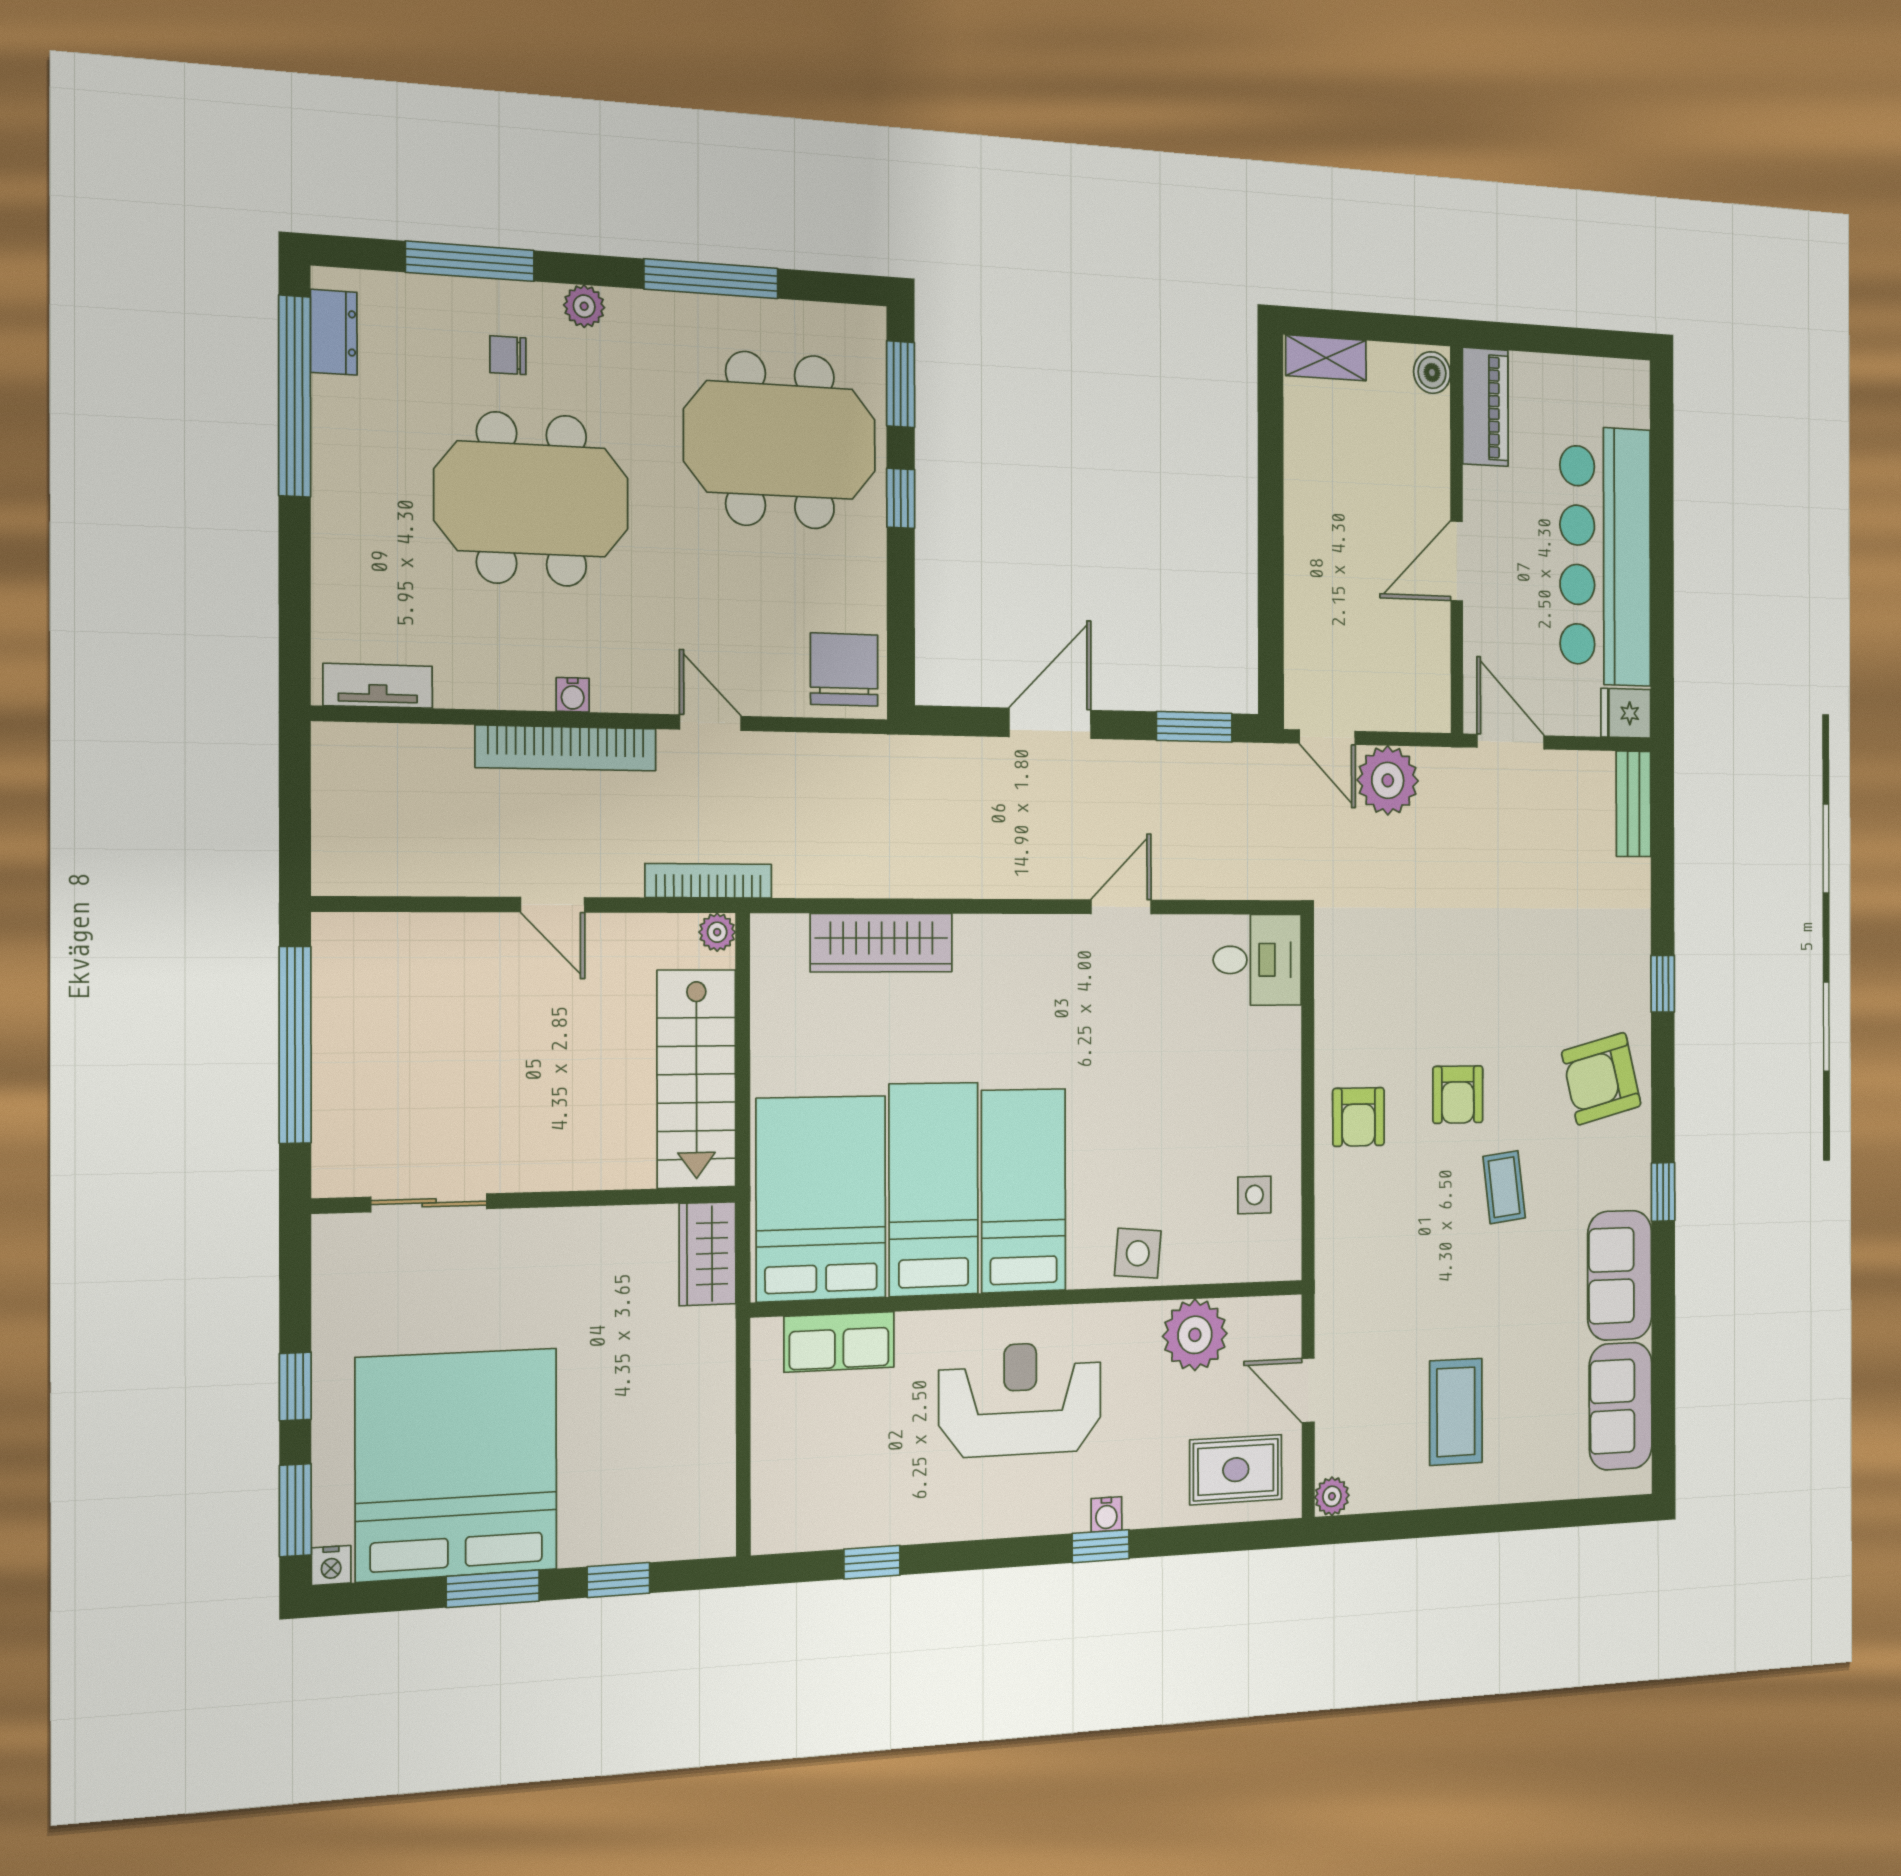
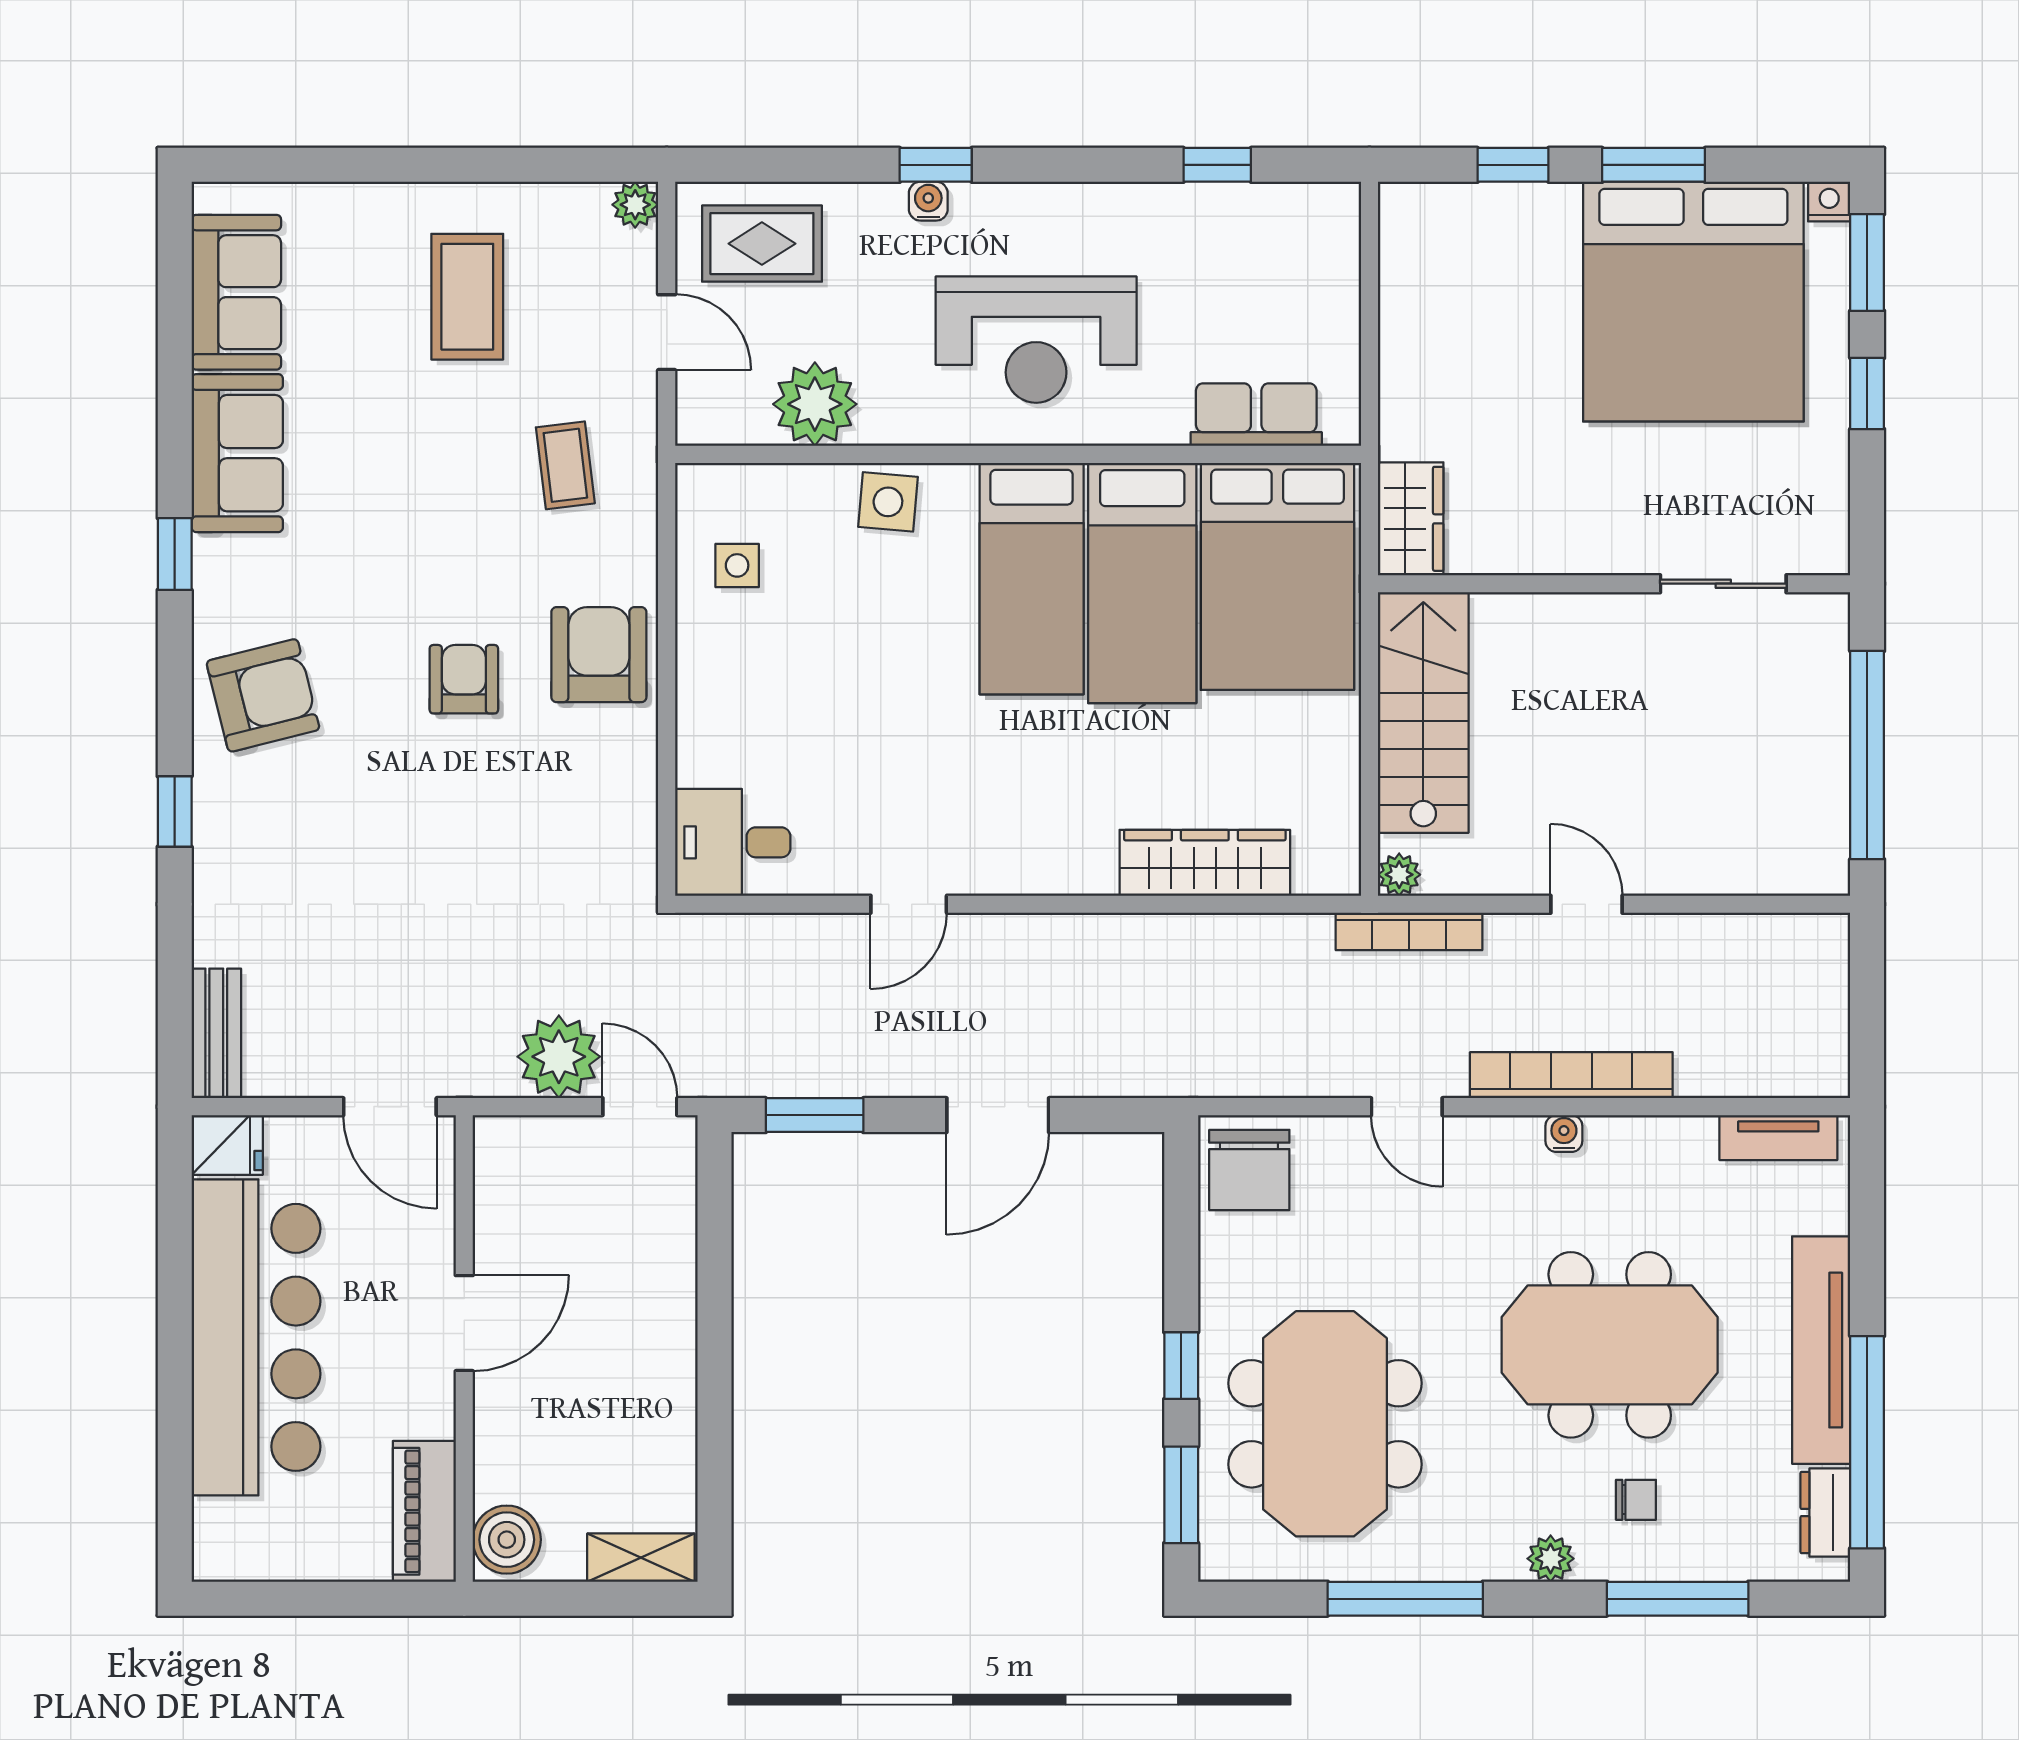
boiler: (1432, 373) -> (507, 1540), width x1.36, depth x1.36
meeting table: (780, 440) -> (1325, 1424), turned 90
tv unit: (338, 485) -> (1821, 1350), added
armchair: (1358, 1117) -> (599, 655), width x1.38, depth x1.38
coffee table: (1504, 1187) -> (565, 465), moved

